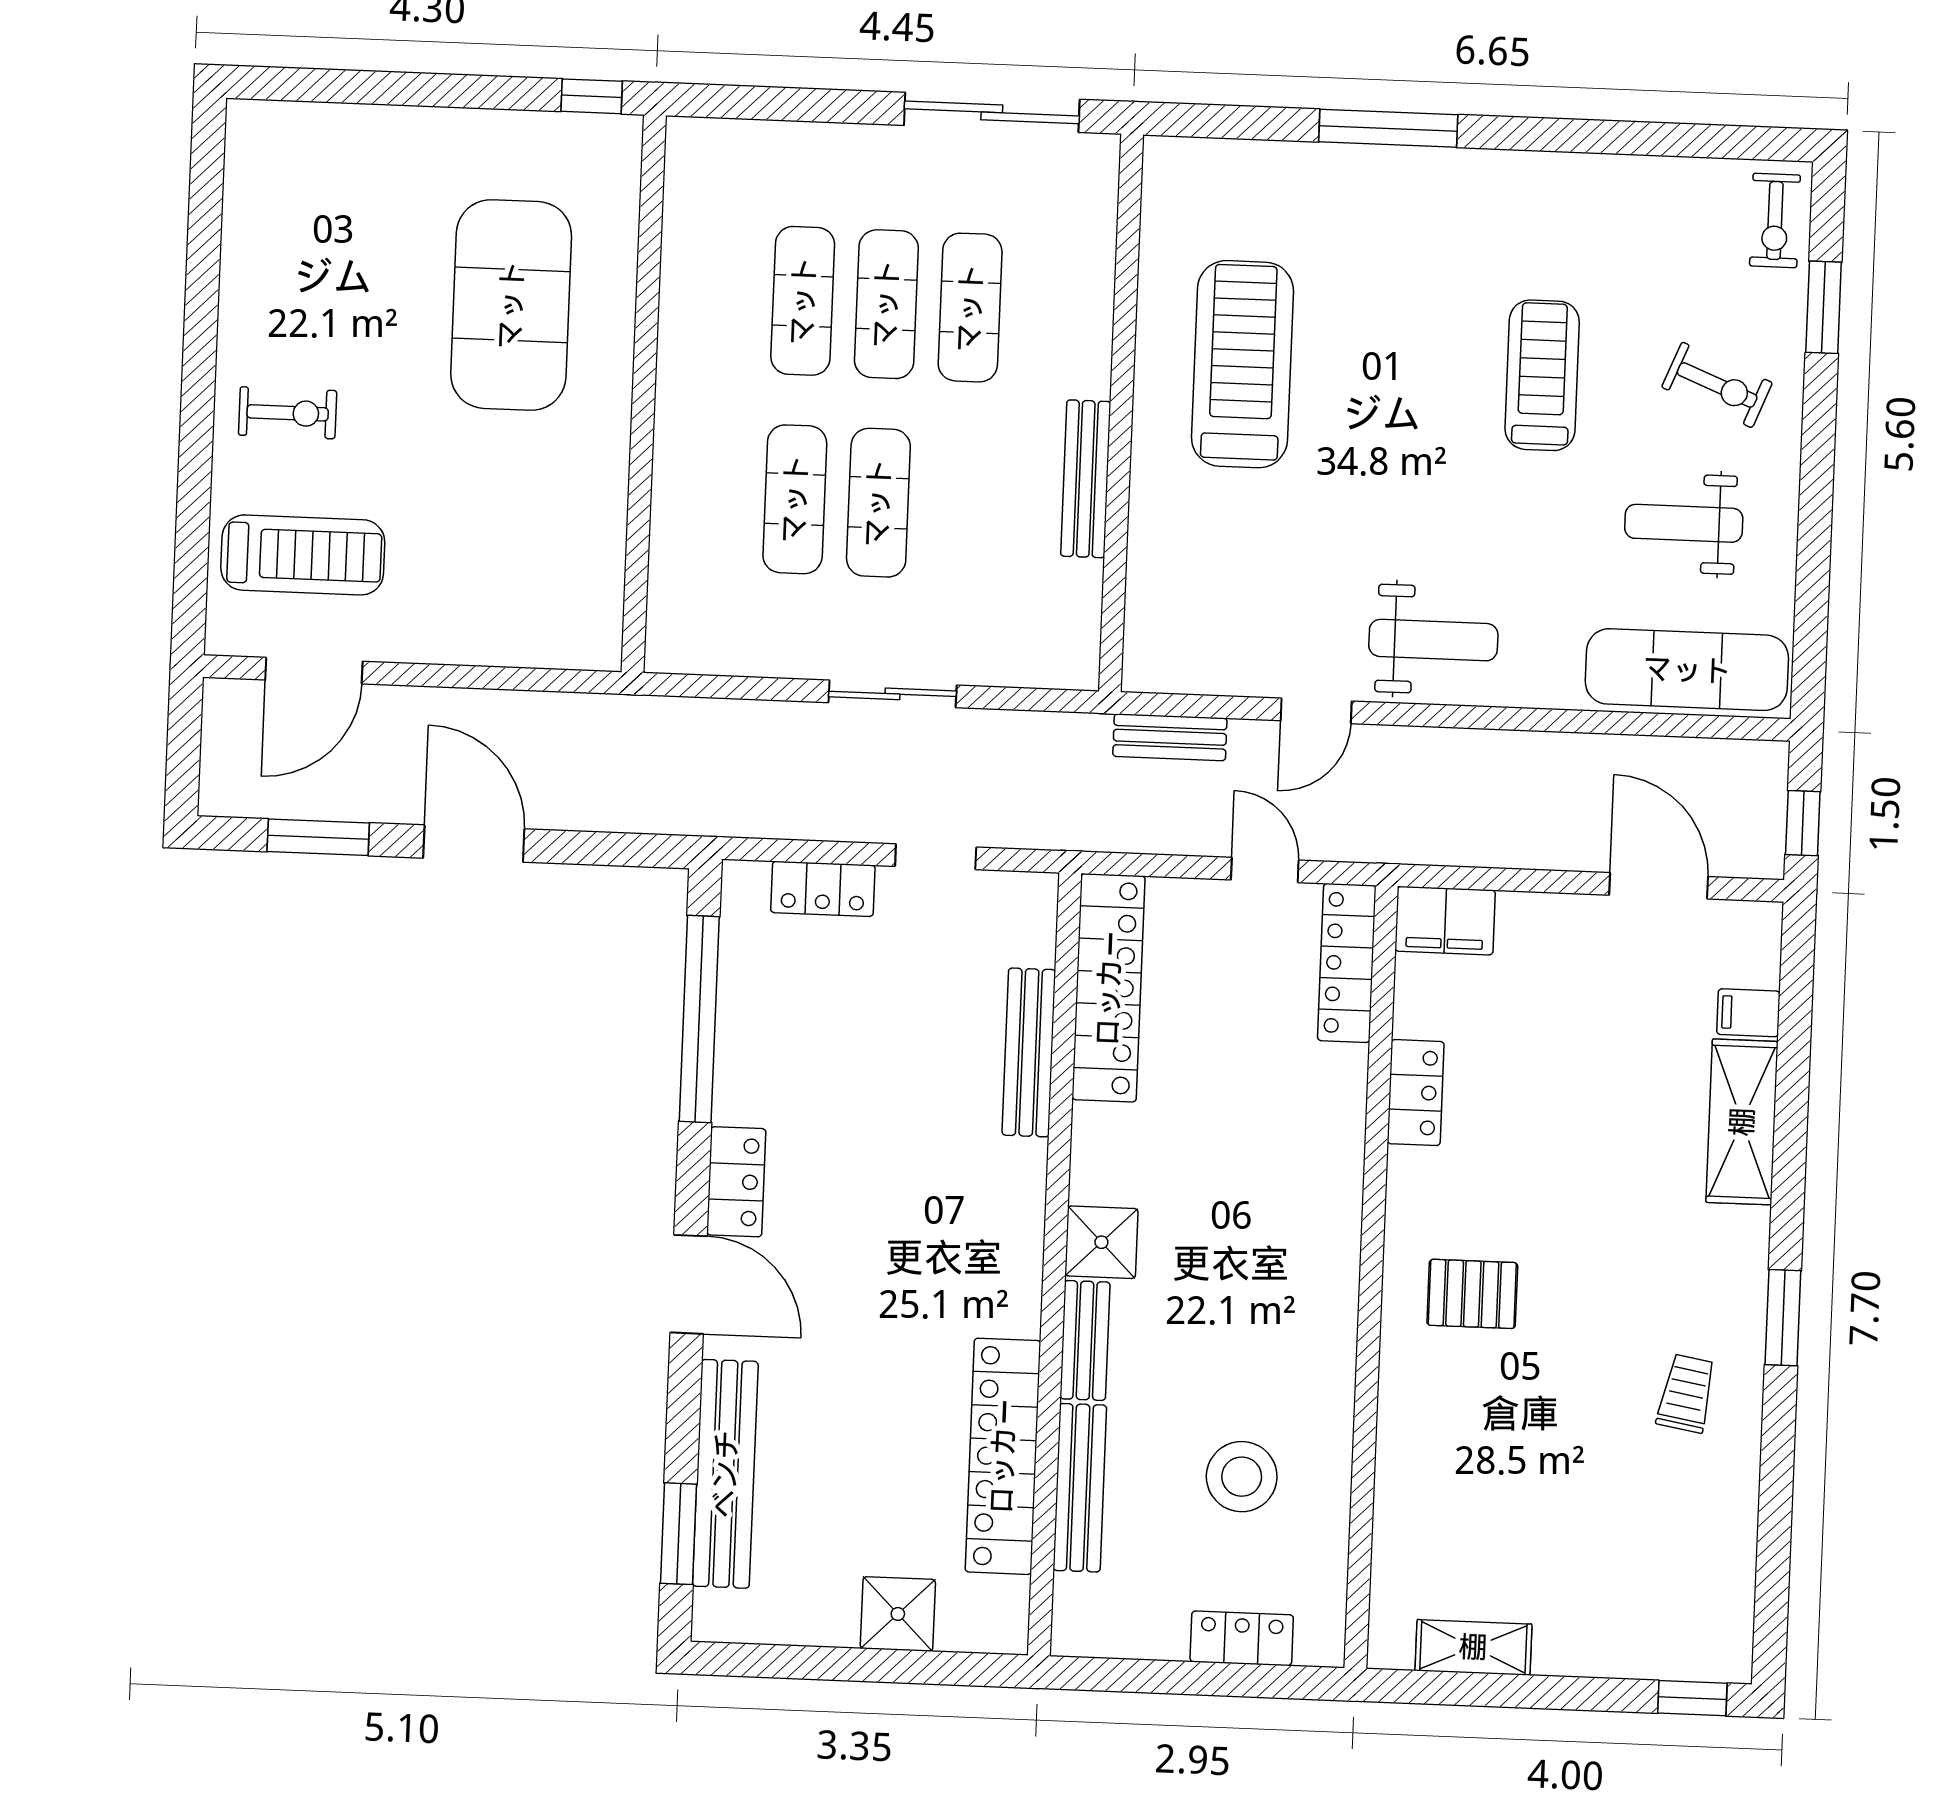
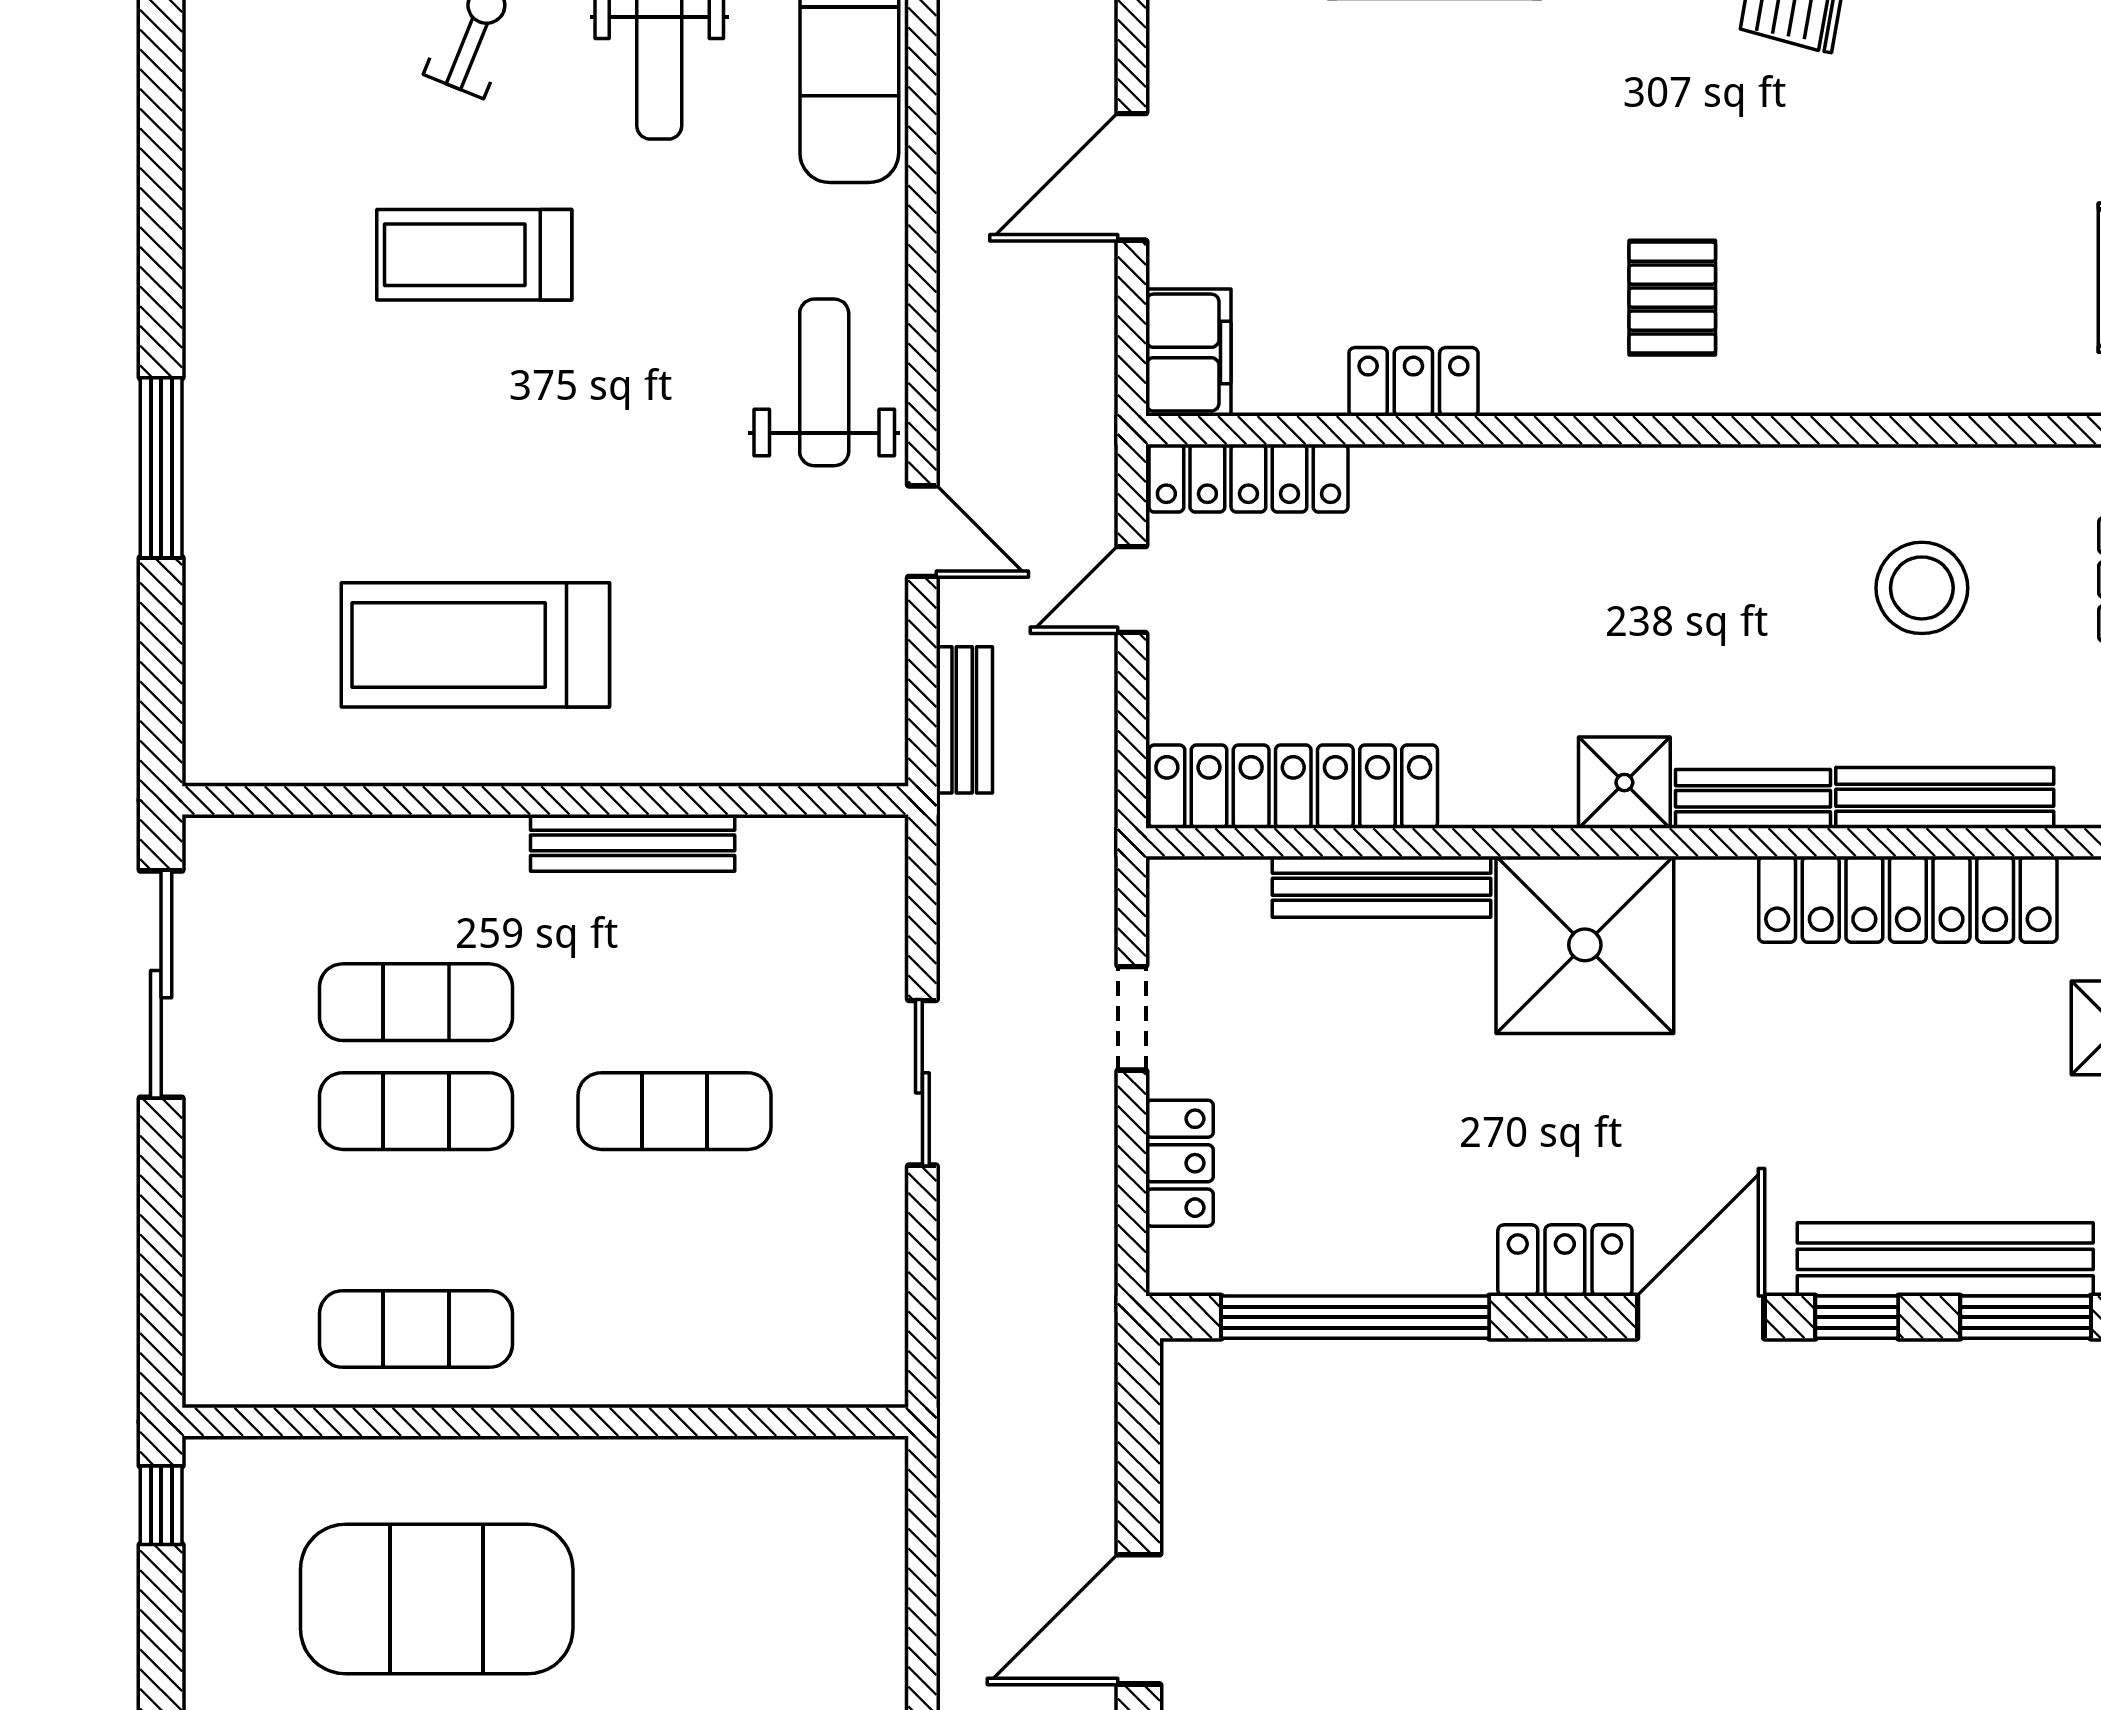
exercise mat: (803, 301) -> (416, 1329), moved
exercise mat: (795, 499) -> (674, 1220), removed
door: (1659, 886) -> (1132, 177), moved
shower: (978, 1207) -> (1585, 945), added
window: (684, 1404) -> (1857, 1317), added

